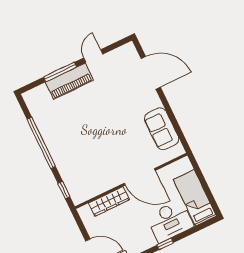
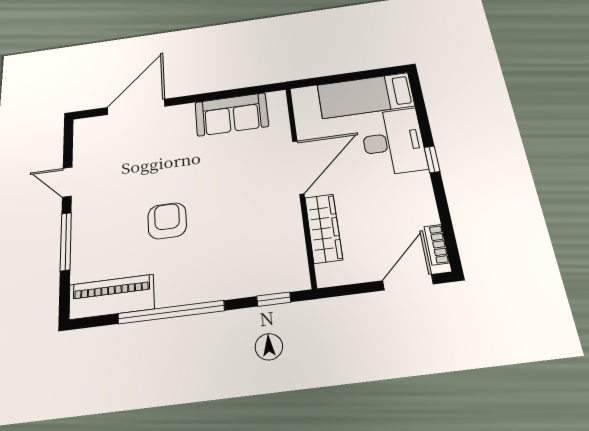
piano: (69, 81) -> (111, 297), moved, turned -90
armchair: (88, 120) -> (167, 221), added

